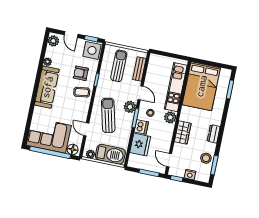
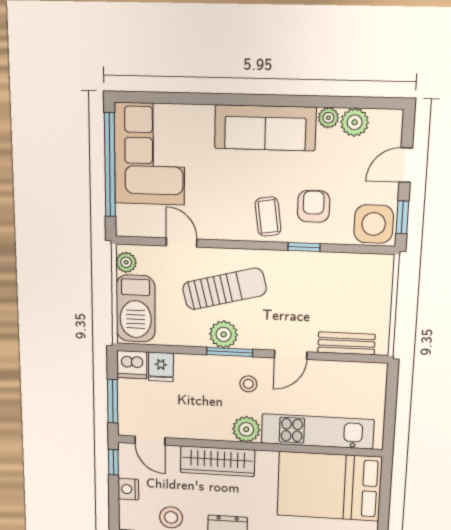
plant: (53, 41) -> (355, 122), moved
sun lounger: (119, 66) -> (346, 295), removed
plant: (130, 107) -> (224, 334), moved
dishwasher: (141, 127) -> (132, 365), moved
door: (86, 129) -> (182, 243), hinge flipped
wardrobe: (183, 133) -> (217, 461), width x1.50
fridge: (140, 144) -> (161, 367), width x0.53, depth x0.75
floor lamp: (73, 149) -> (128, 218), removed
door: (169, 160) -> (150, 441), swing flipped

